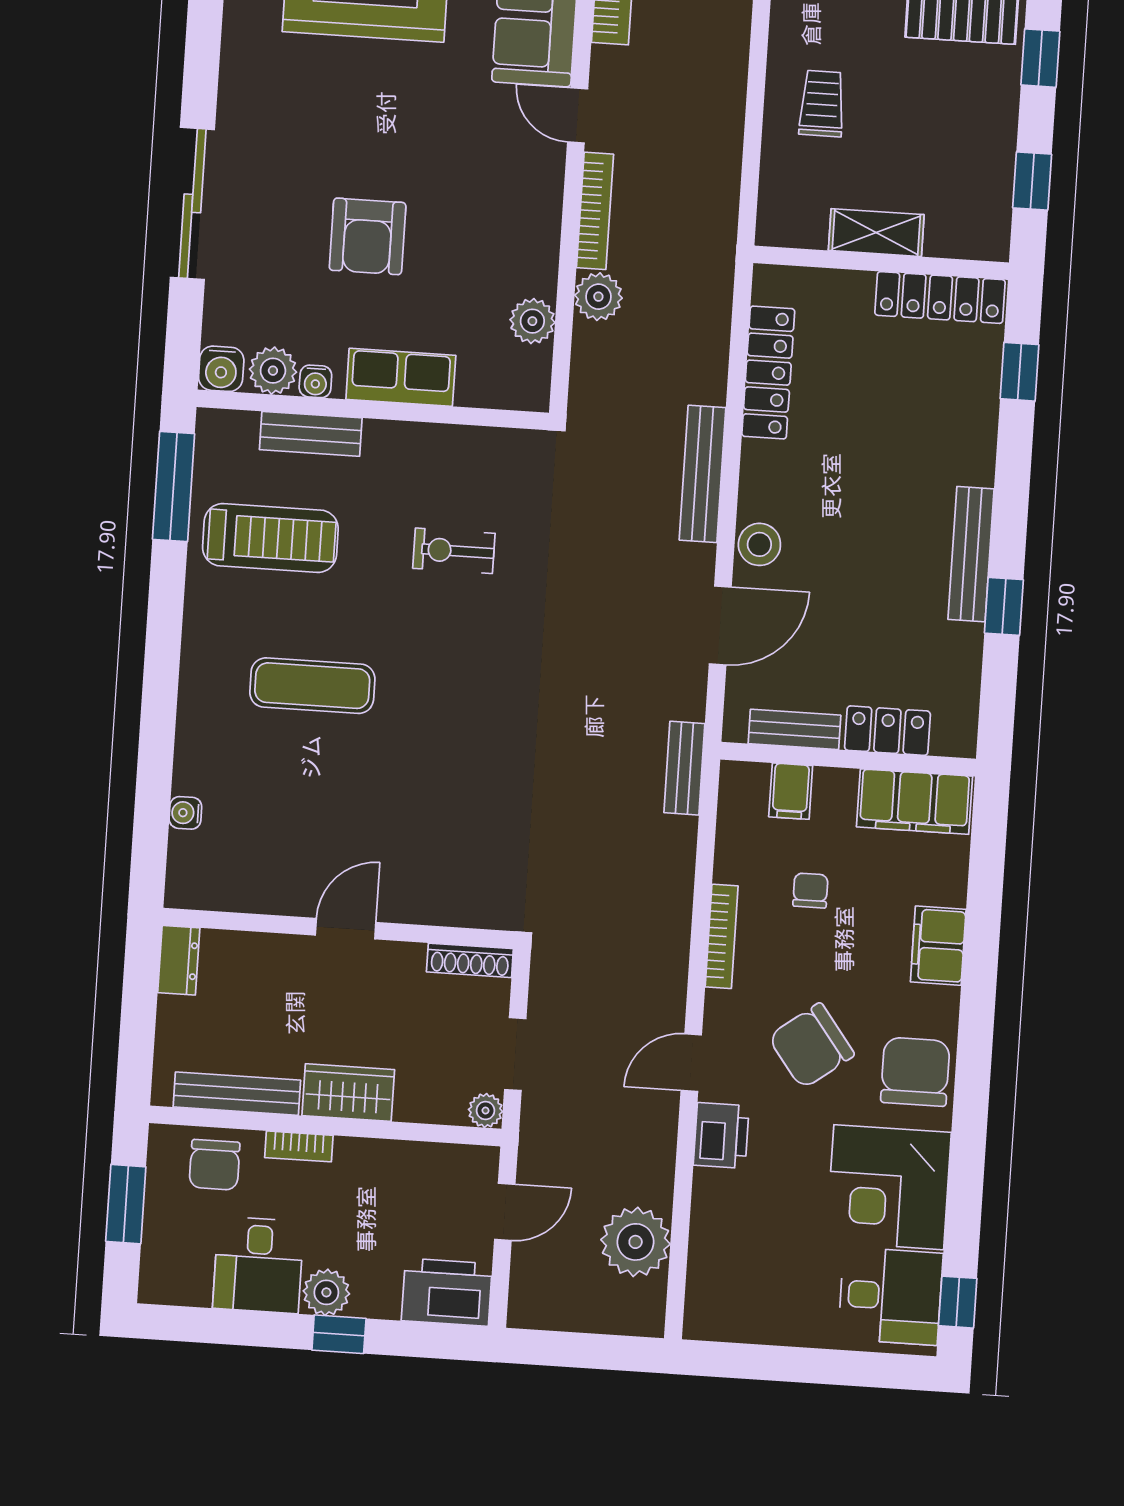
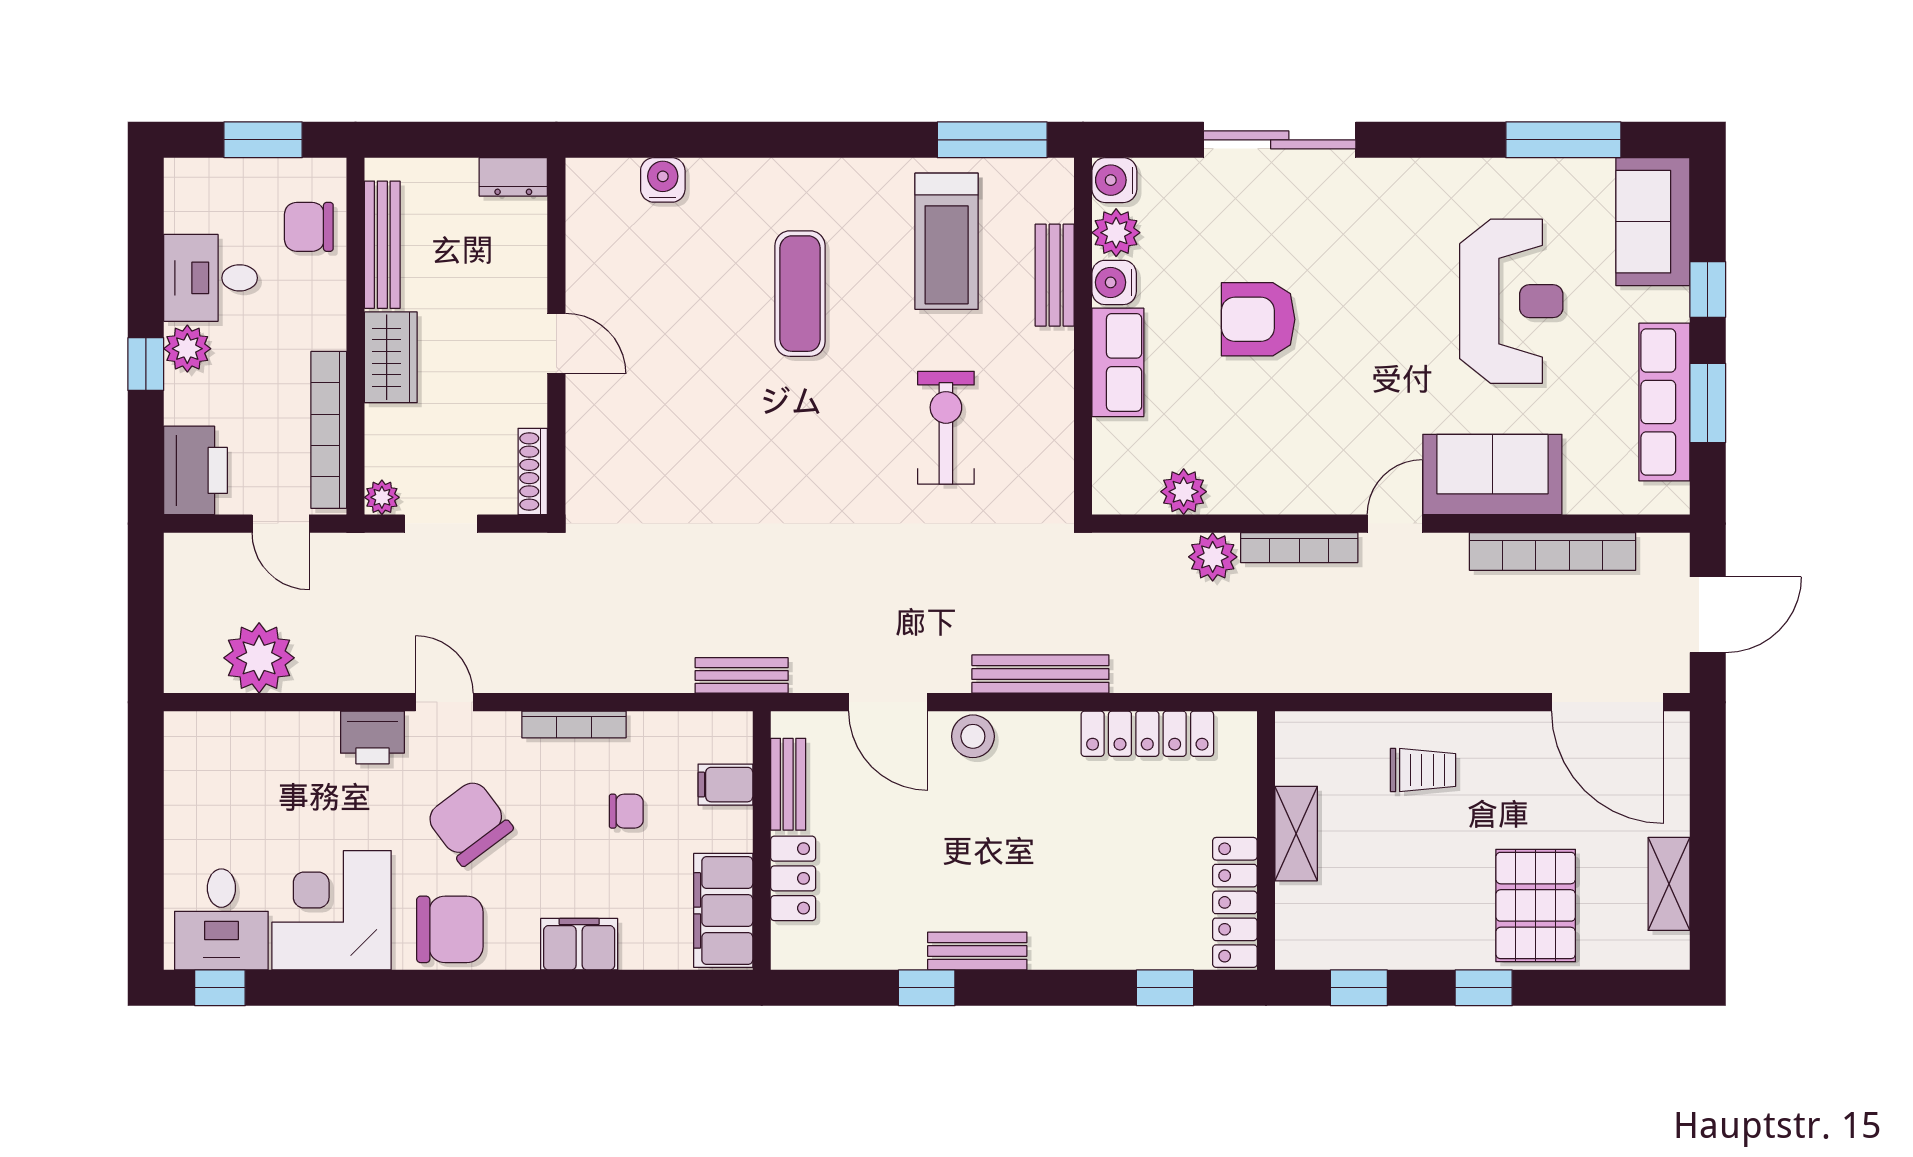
water cooler: (315, 381) -> (1114, 282), width x1.38, depth x1.38
exercise bike: (454, 551) -> (946, 428), width x1.38, depth x1.39
bench: (971, 554) -> (977, 951), width x0.73
water cooler: (185, 813) -> (663, 180), width x1.38, depth x1.38
bookcase: (299, 1146) -> (329, 430), moved, width x2.31, depth x1.31

